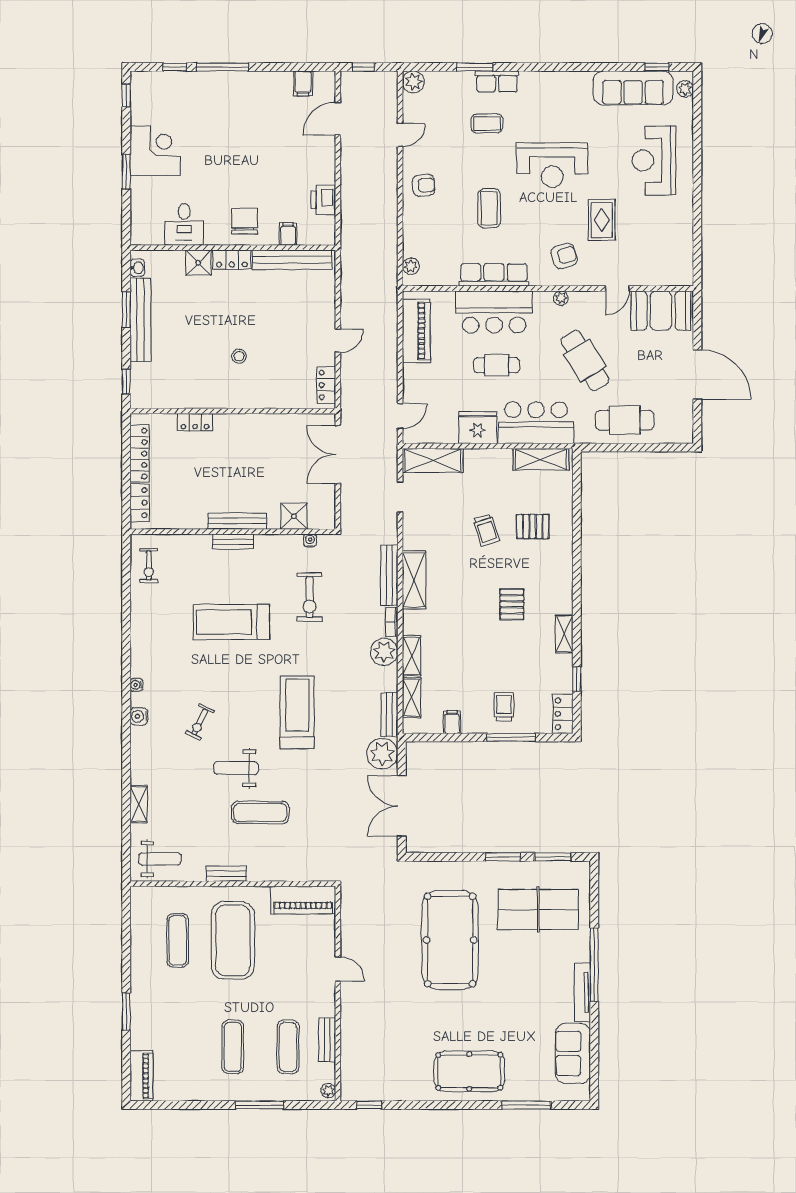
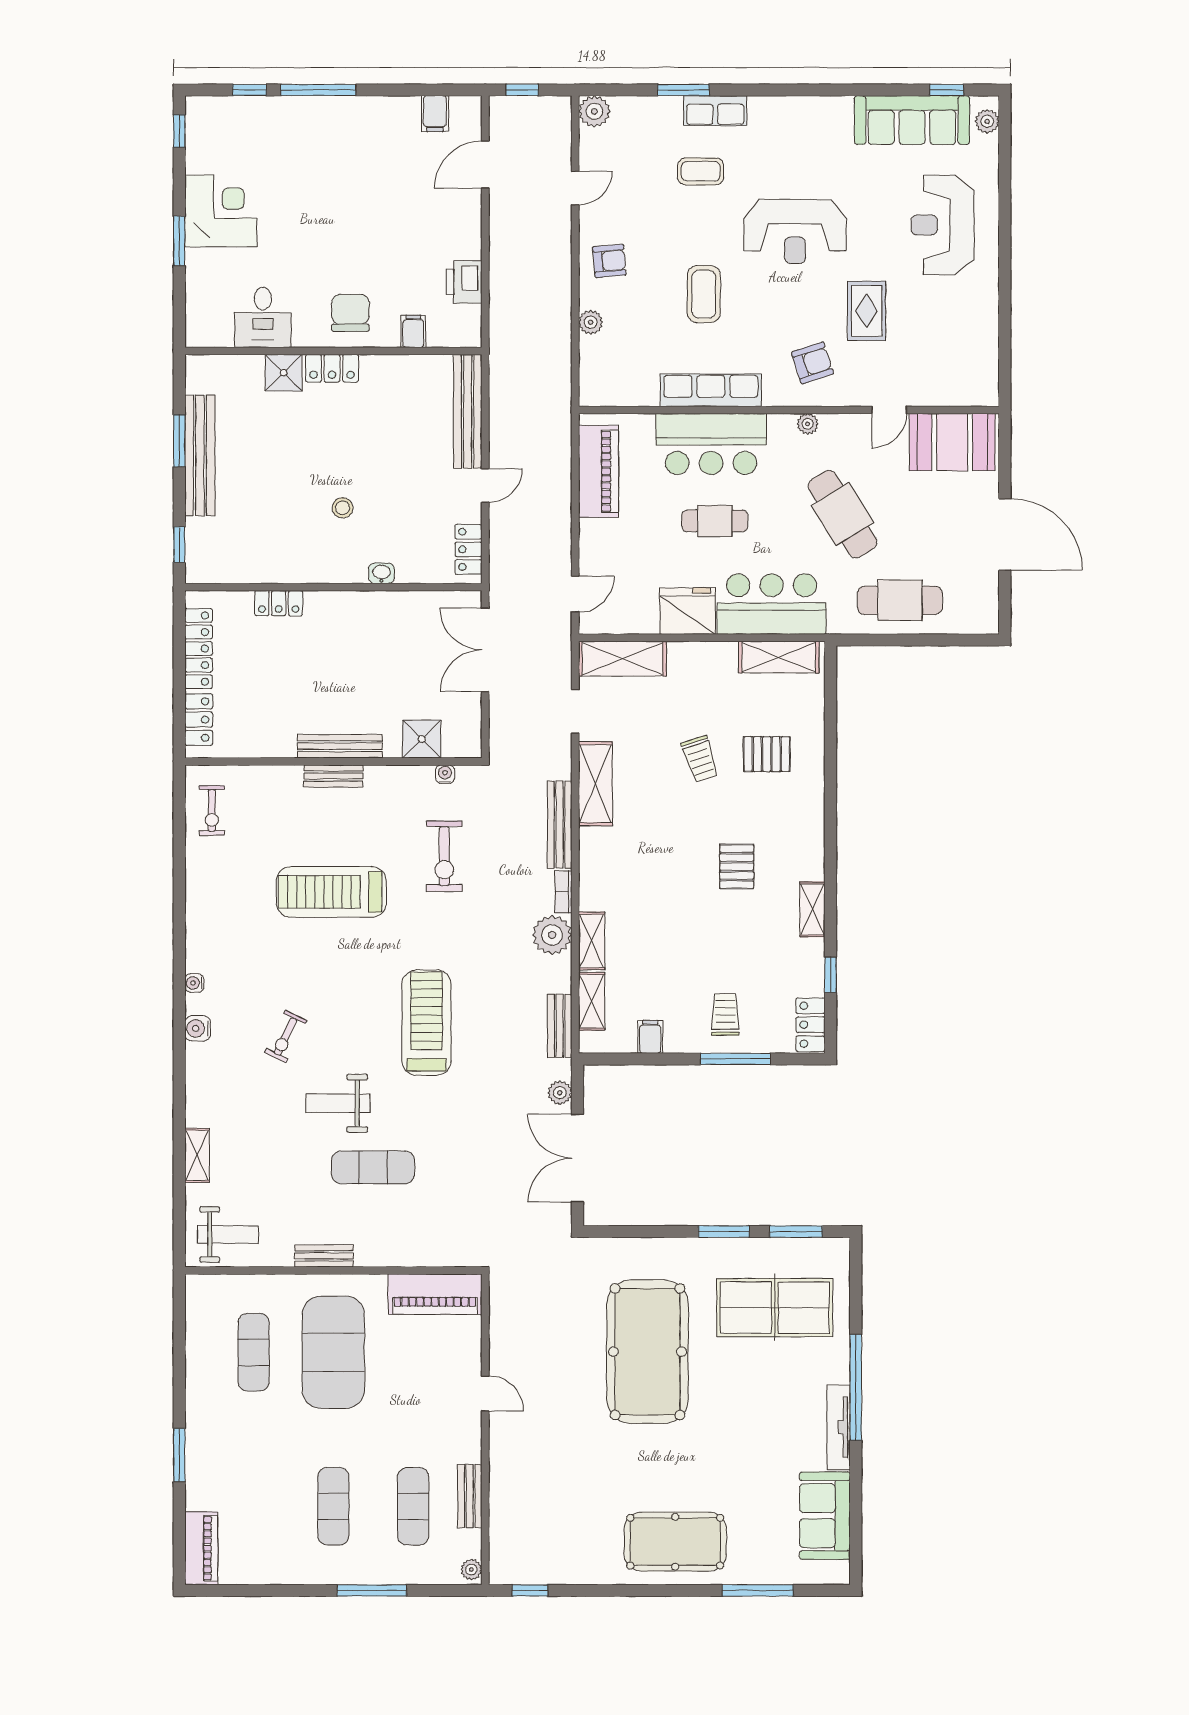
bench: (292, 260) -> (468, 411), moved, turned 90
plant: (411, 266) -> (591, 322), moved
washbasin: (137, 268) -> (381, 573), moved, turned -90
shelving: (414, 580) -> (595, 784), moved
plant: (382, 754) -> (560, 1093), width x0.53, depth x0.53

